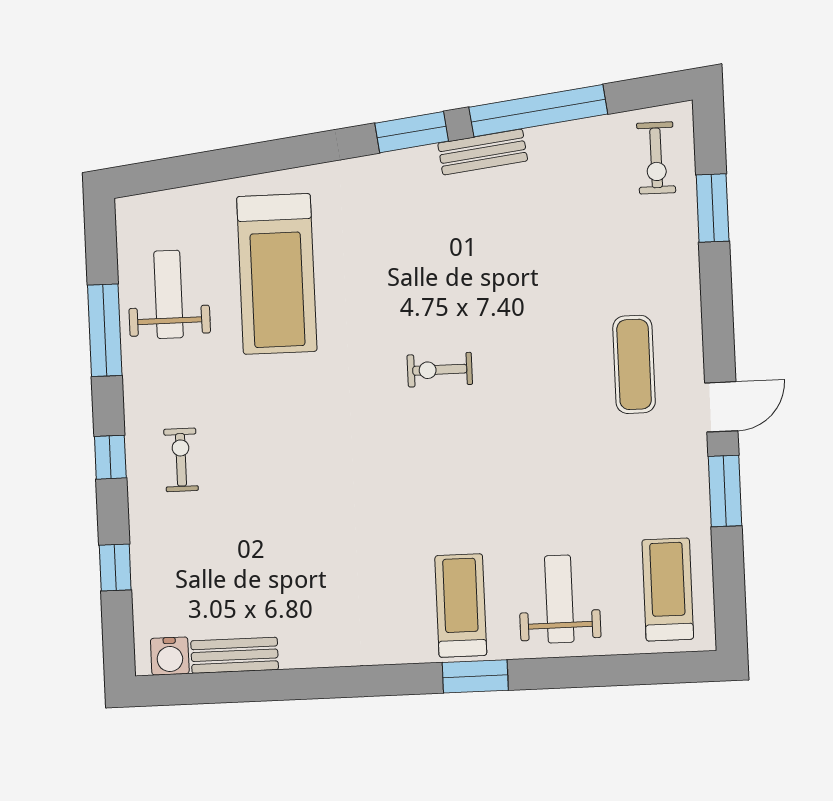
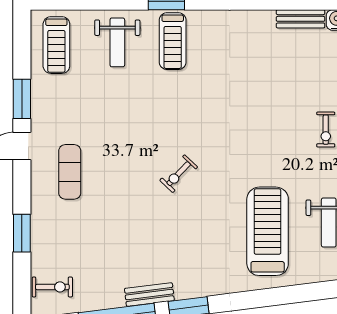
exercise bike: (656, 158) -> (52, 287), turned 90
window: (713, 208) -> (22, 233), moved
exercise bike: (440, 370) -> (179, 174), turned 134

